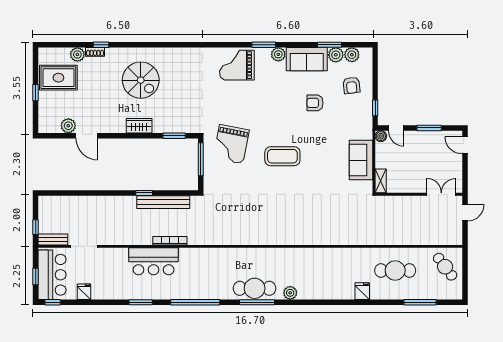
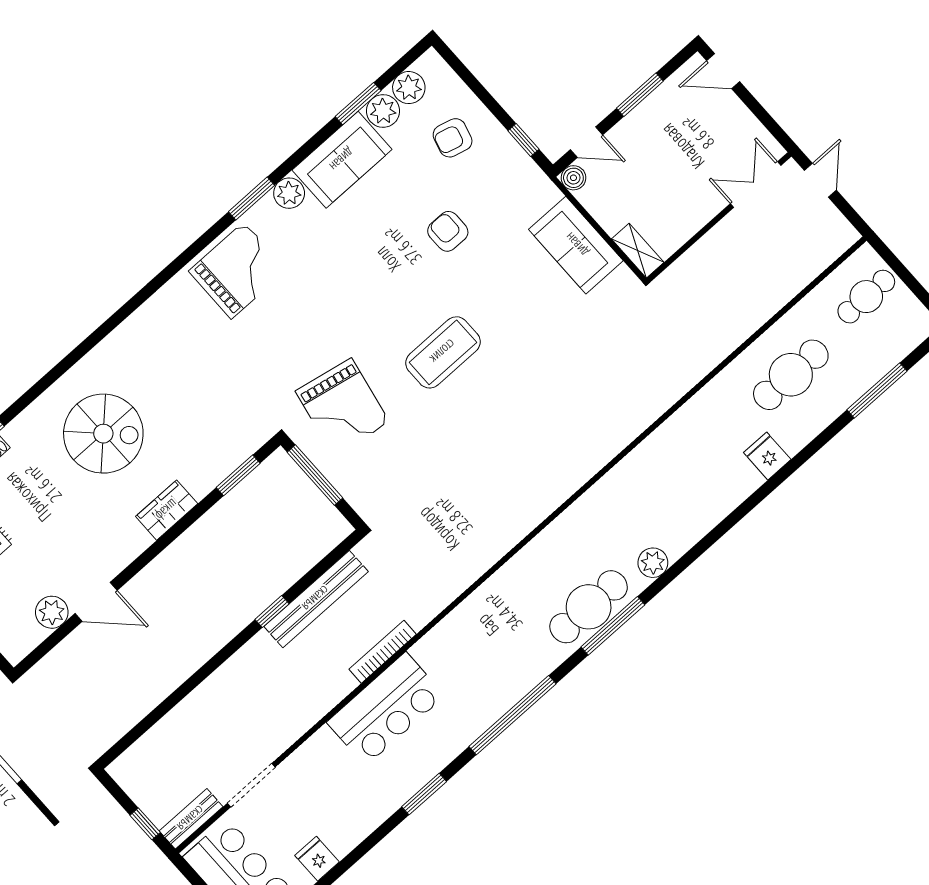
grand piano: (237, 65) -> (238, 270), turned 180
armchair: (351, 85) -> (453, 138), turned 112
armchair: (315, 103) -> (448, 231), moved, turned 90
cafe table: (445, 267) -> (866, 297), turned -53

